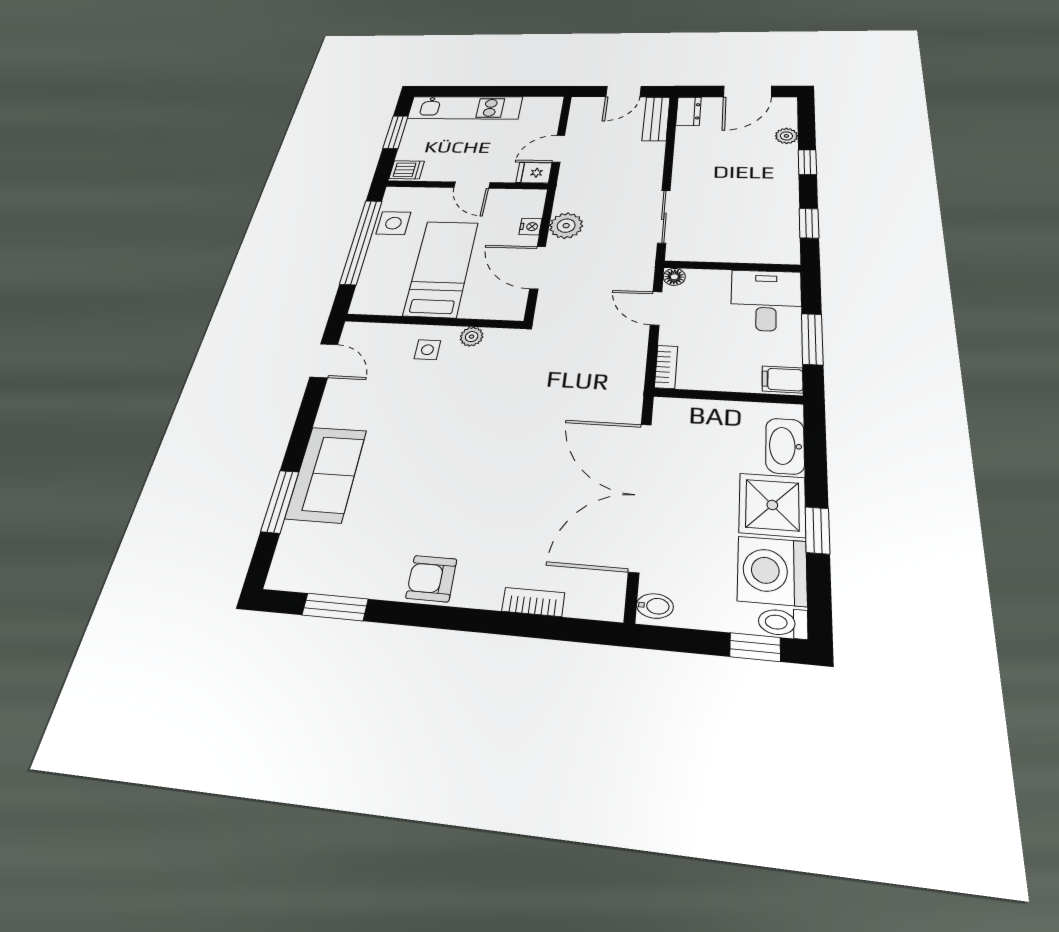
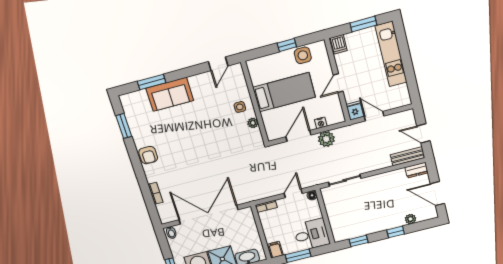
window: (361, 242) -> (287, 45), width x0.32
armchair: (431, 579) -> (148, 155), turned 180

